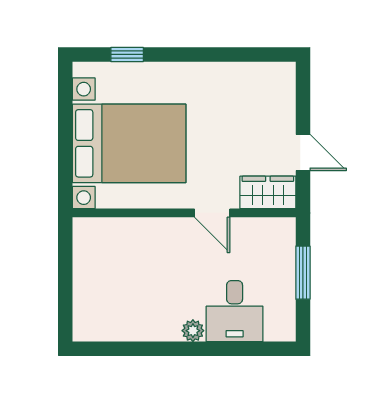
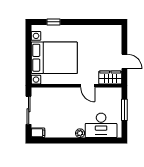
sliding door: (65, 274) -> (29, 110), added
desk: (235, 311) -> (101, 125), width x1.37
filing cabinet: (89, 330) -> (38, 133), added

